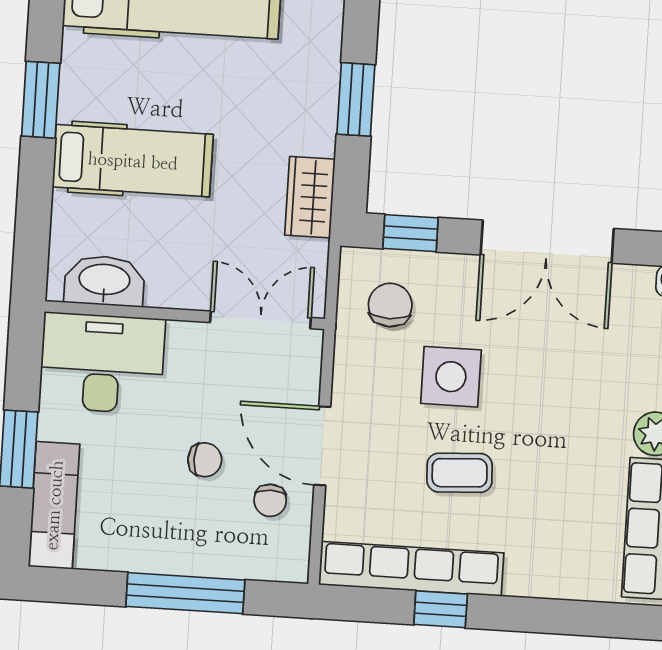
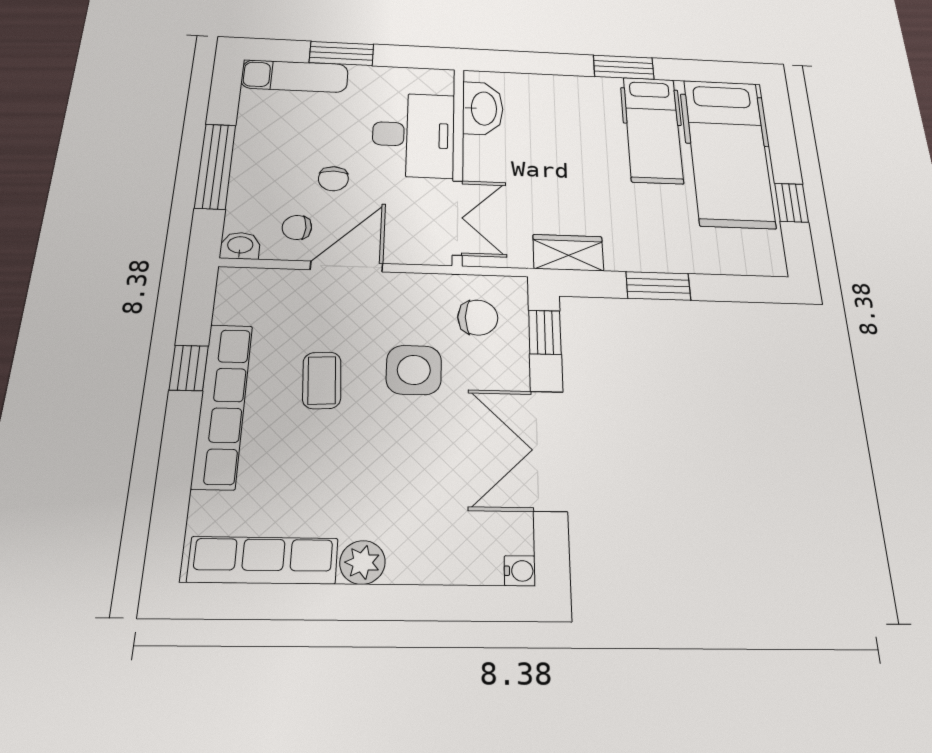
hospital bed: (133, 161) -> (653, 130), moved
desk: (102, 363) -> (414, 135), moved
washbasin: (293, 562) -> (240, 246), added
row of seats: (411, 569) -> (222, 405), moved

